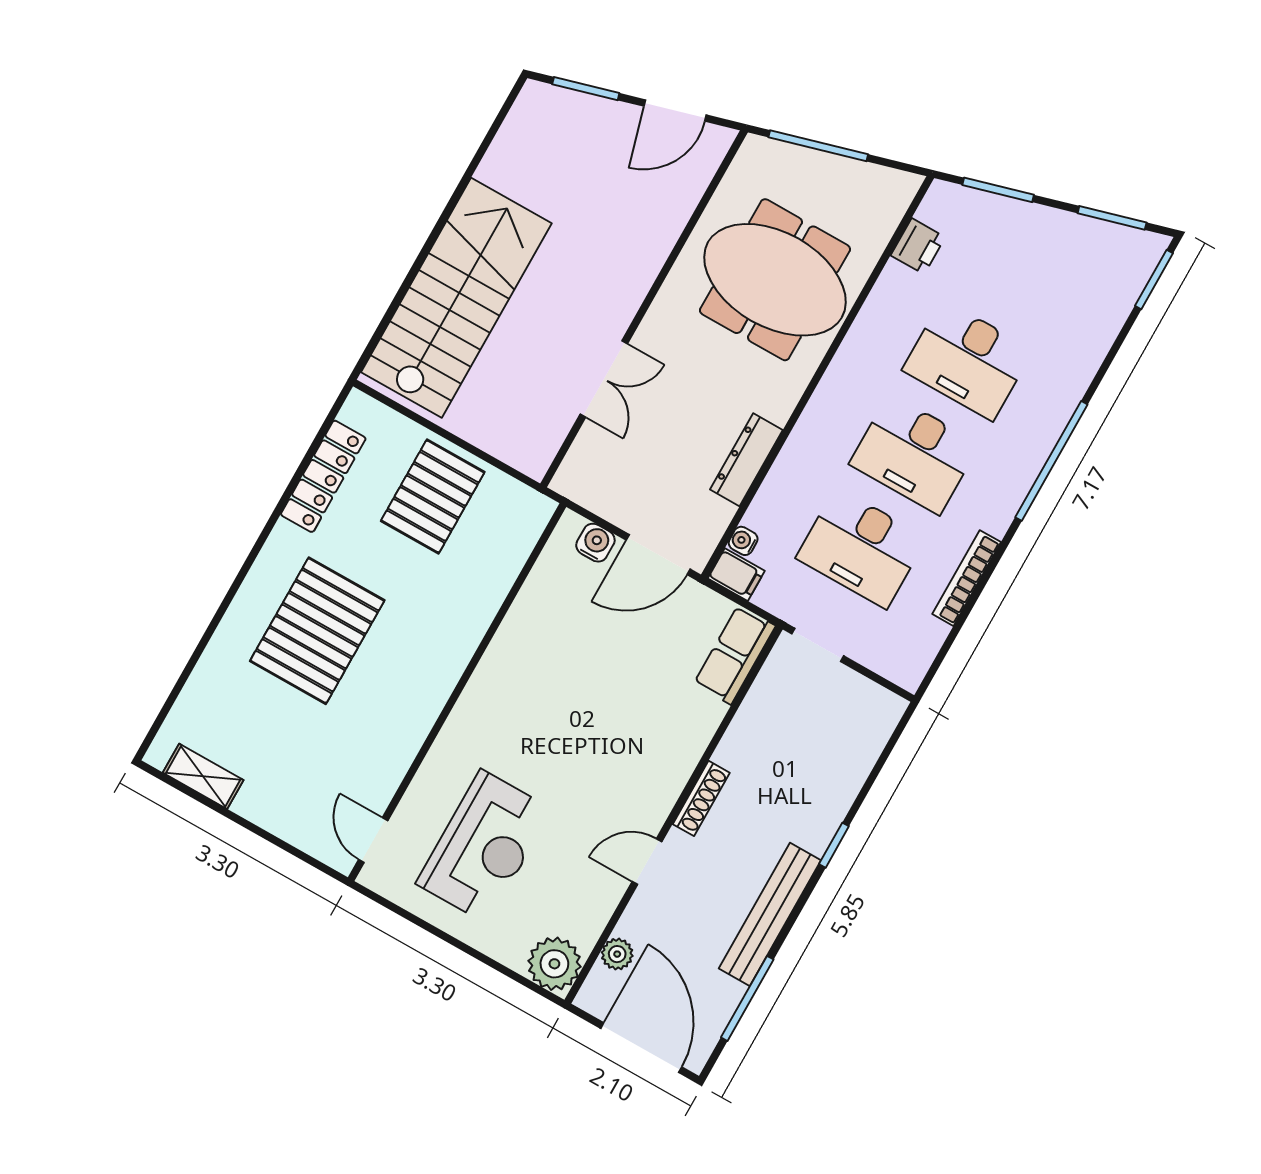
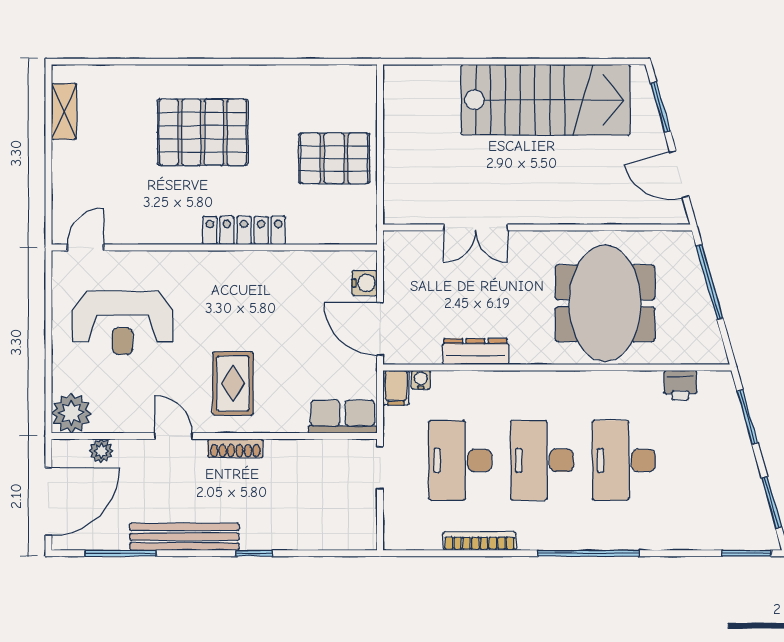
stairs: (456, 298) -> (546, 100), moved
locker: (323, 476) -> (244, 230), moved, turned 180
rug: (625, 759) -> (233, 383), added

